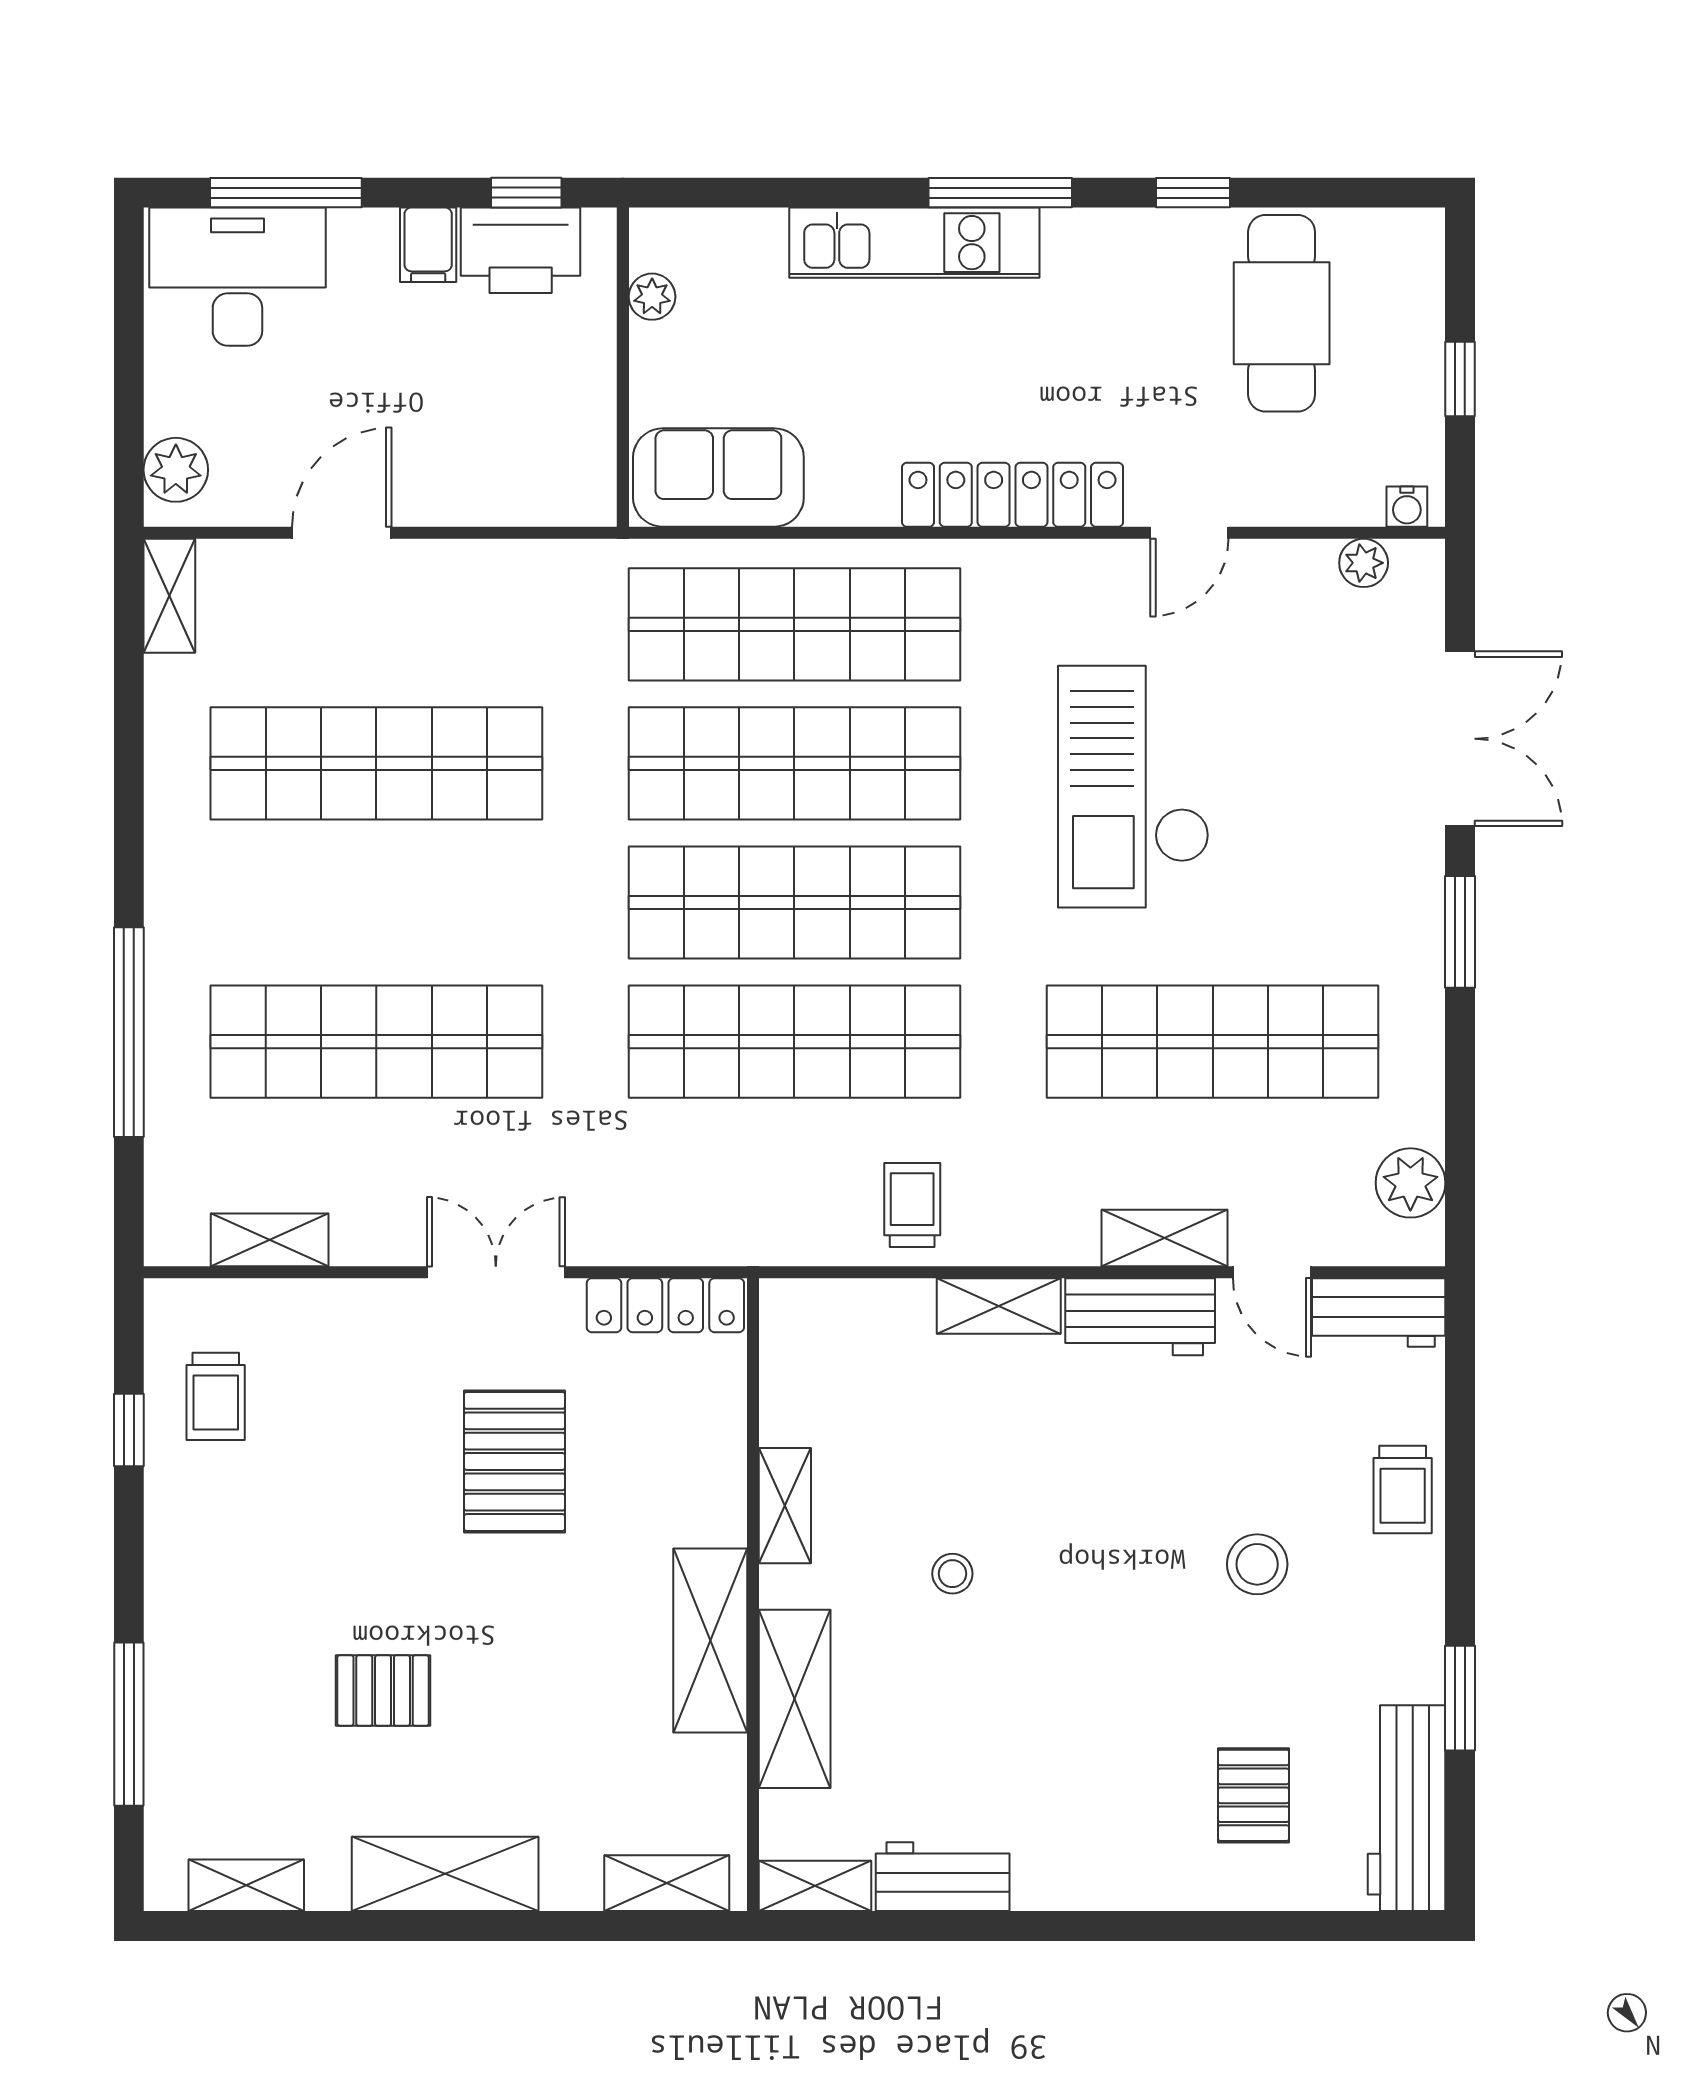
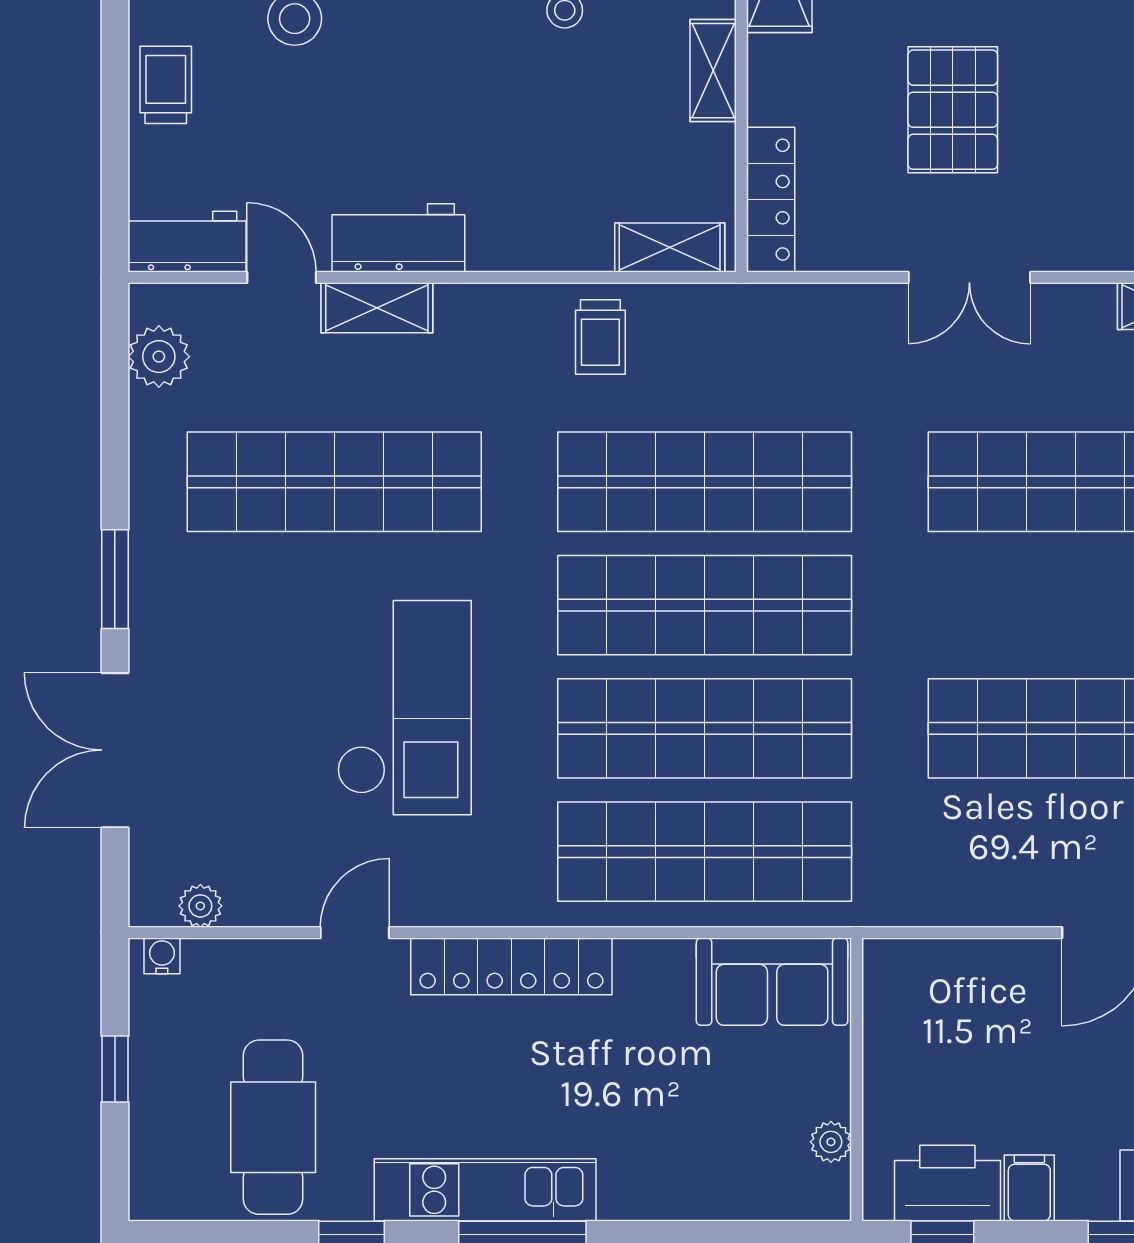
kitchen unit: (914, 243) -> (485, 1190), moved
locker: (665, 1305) -> (771, 200), moved, turned 90
shelving: (999, 1306) -> (670, 247), moved

